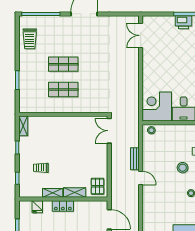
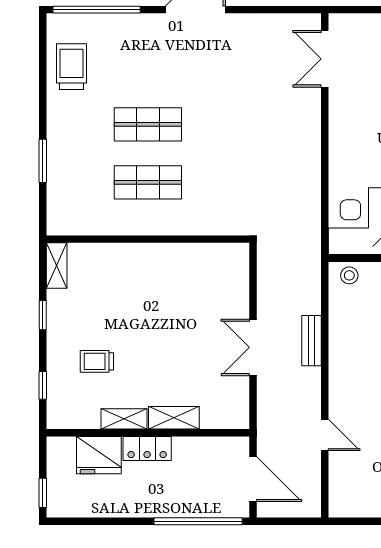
trolley: (30, 39) -> (71, 67), turned 180
double door: (109, 131) -> (253, 347), moved
door: (141, 178) -> (325, 435), moved
pallet: (98, 186) -> (226, 404), removed
fridge: (37, 207) -> (99, 455), width x1.88, depth x1.34

